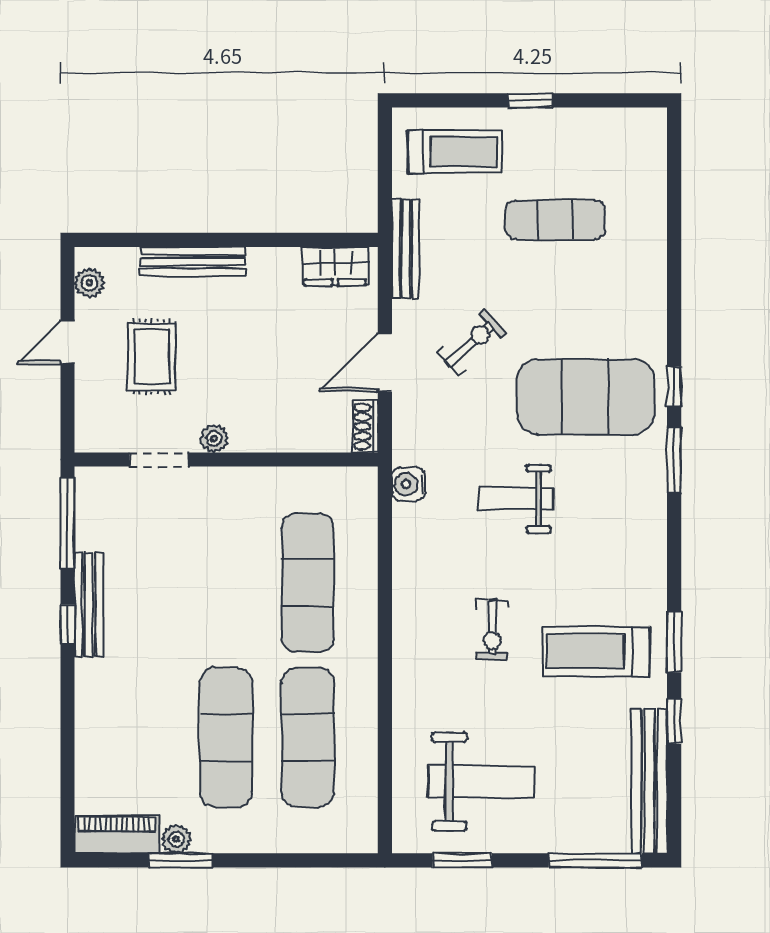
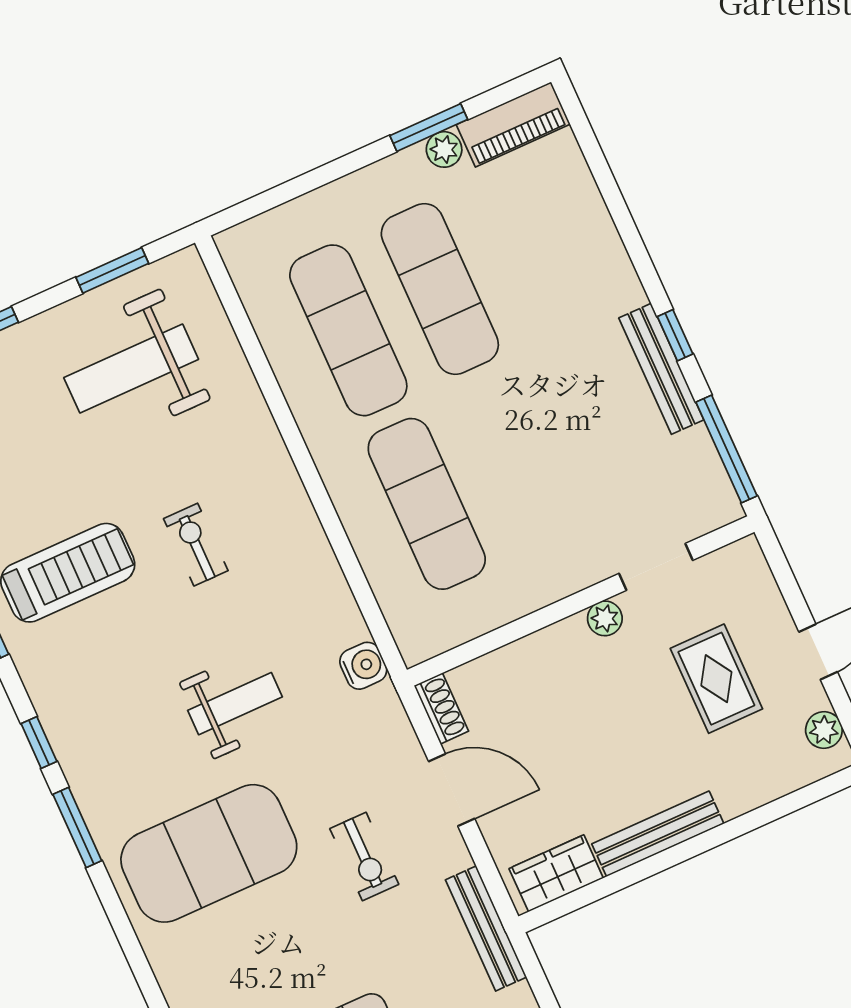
bench: (193, 261) -> (658, 834), moved
exercise bike: (472, 343) -> (364, 856), turned -48
door: (385, 363) -> (452, 790), hinge flipped
window: (674, 387) -> (39, 743), moved

